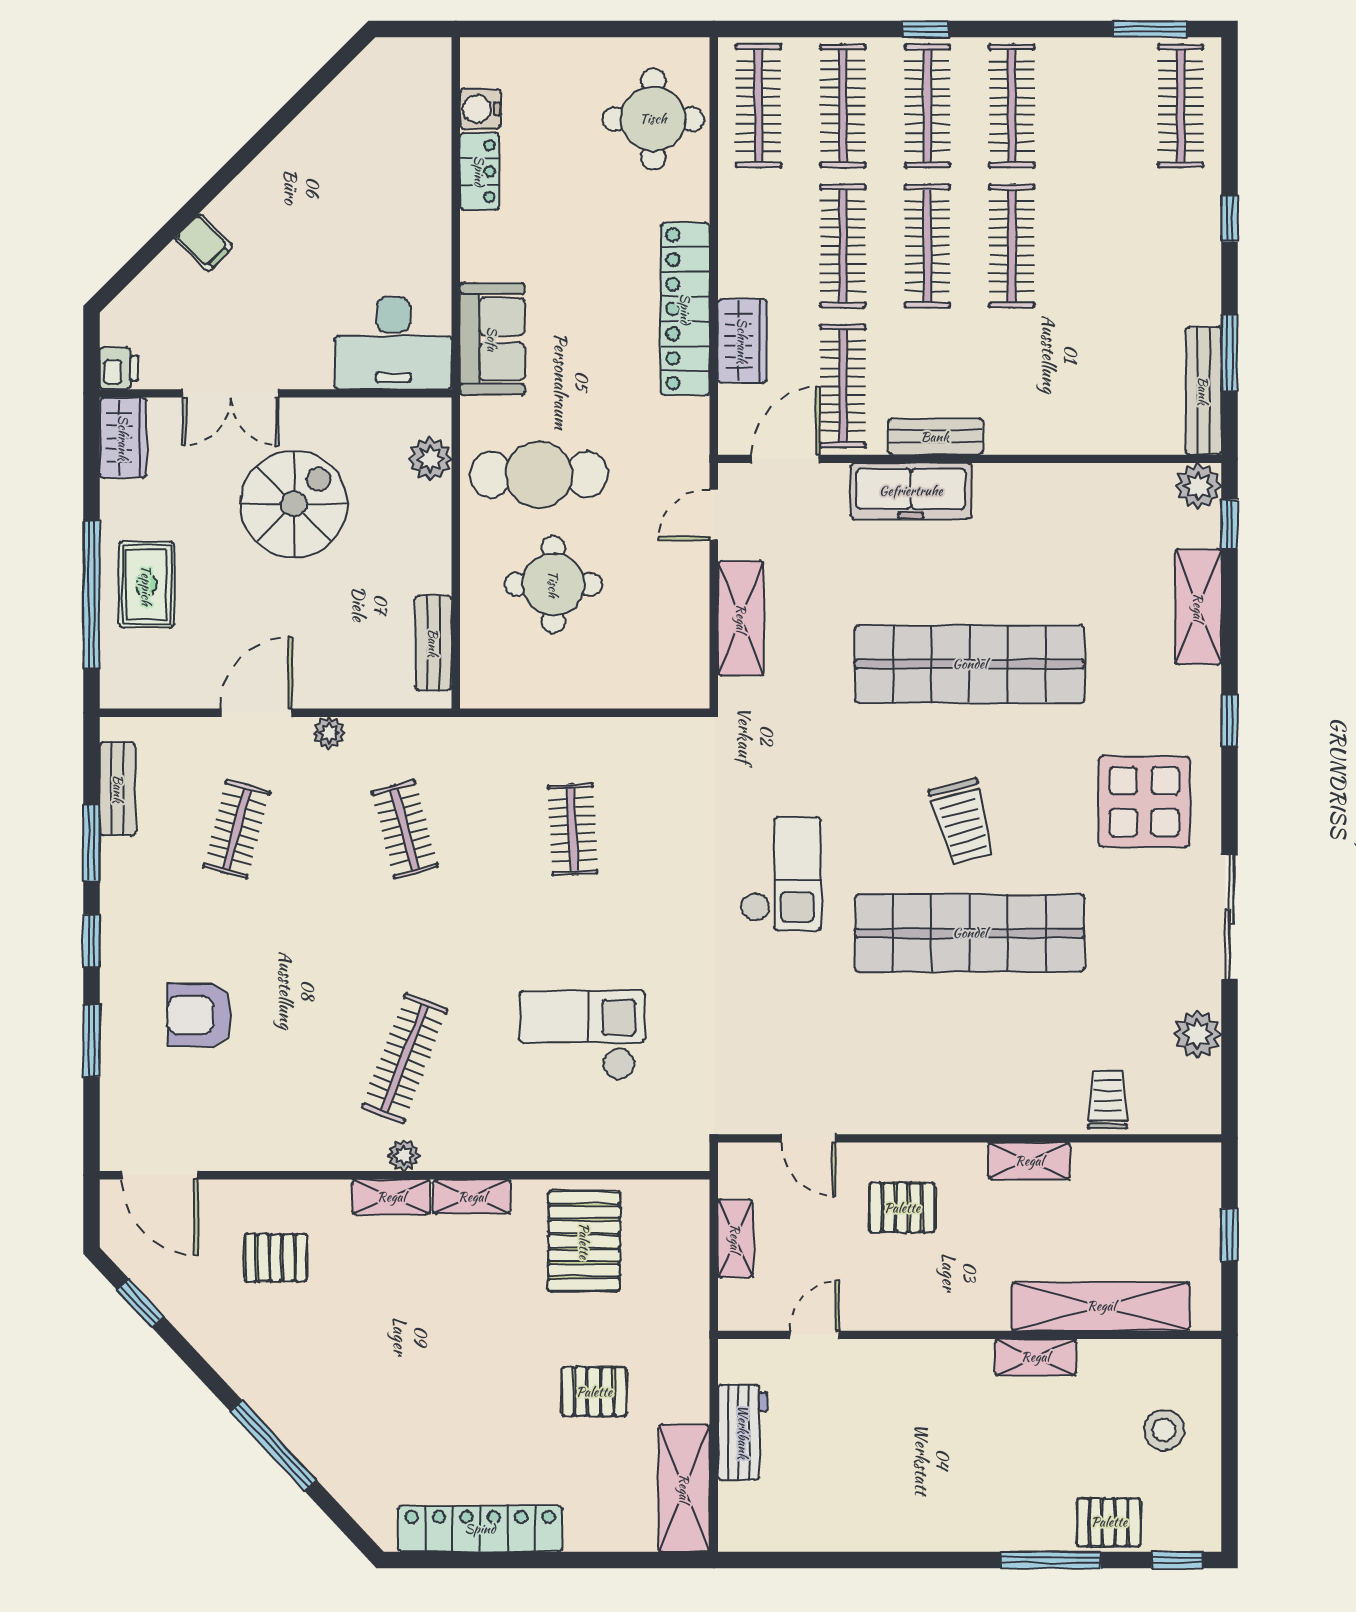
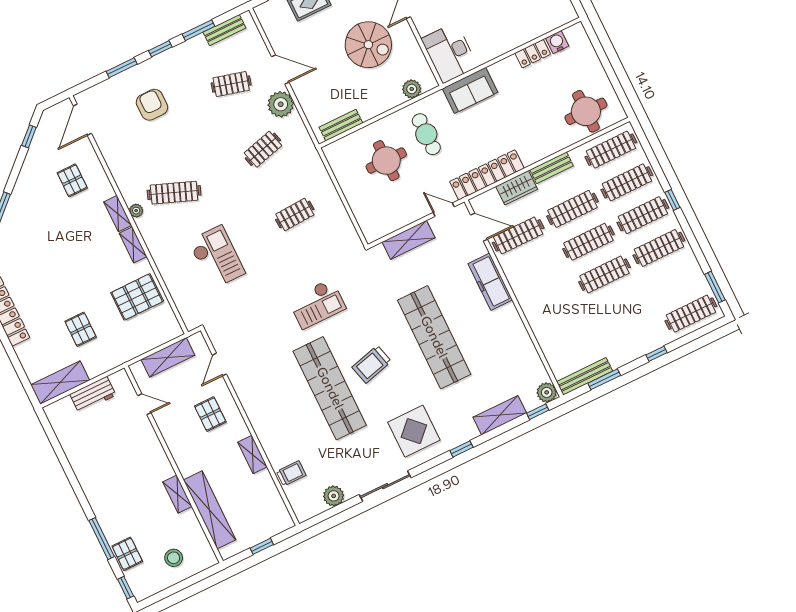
locker: (685, 309) -> (487, 175), moved
bench: (935, 437) -> (551, 168), moved, turned 90
cafe table: (539, 474) -> (426, 134), width x0.73, depth x0.74
plant: (329, 733) -> (281, 104), width x1.87, depth x1.87
shelving: (735, 1238) -> (168, 357), width x1.50, depth x1.33

